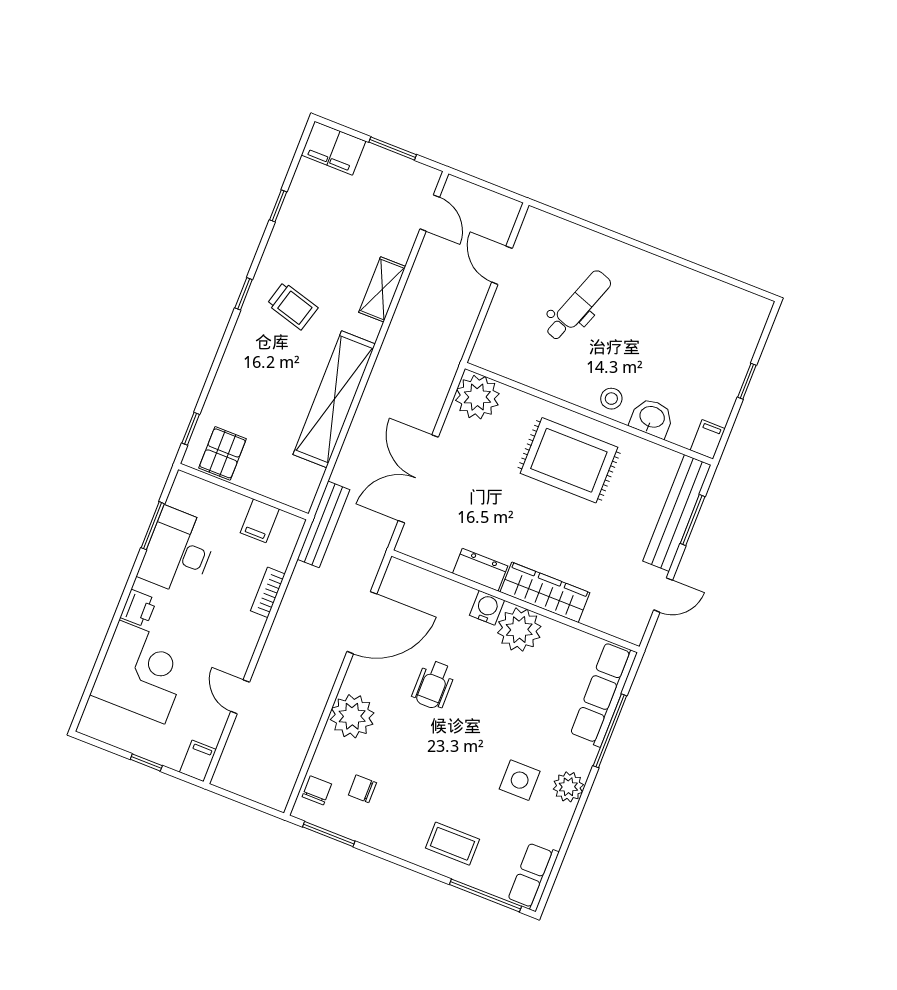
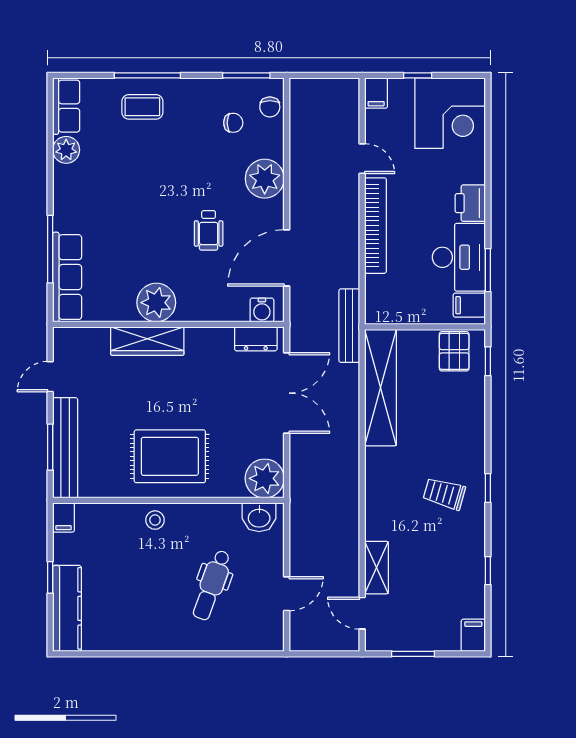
filing cabinet: (333, 148) -> (473, 635), width x0.50
door: (502, 265) -> (287, 594), hinge flipped
shelving: (382, 289) -> (376, 568), moved
kitchen counter: (742, 341) -> (67, 608), added
shelving: (334, 399) -> (381, 388), moved
washbasin: (652, 418) -> (259, 517), moved
filing cabinet: (260, 521) -> (469, 305), moved, turned -90
dresser: (480, 570) -> (256, 339), moved
bookcase: (268, 592) -> (375, 226), width x2.31, depth x1.31
printer: (138, 608) -> (470, 203), width x1.36, depth x1.24
water cooler: (487, 608) -> (262, 310), moved
corner desk: (142, 672) -> (450, 113), moved, turned -90
wheelchair: (433, 685) -> (209, 230), turned 180
side table: (520, 780) -> (108, 180), removed
plant: (568, 787) -> (66, 150), moved
window: (485, 895) -> (147, 75), moved

